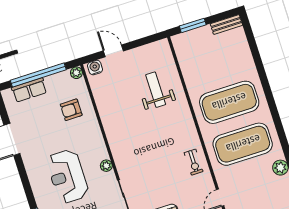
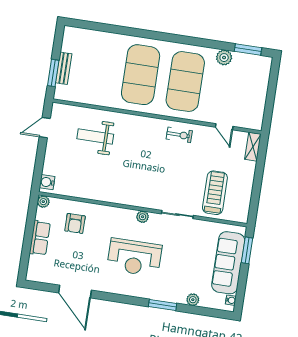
bench: (226, 24) -> (64, 68), moved
door: (113, 51) -> (45, 128), moved
window: (38, 75) -> (28, 238), removed
row of seats: (29, 90) -> (40, 238), moved

